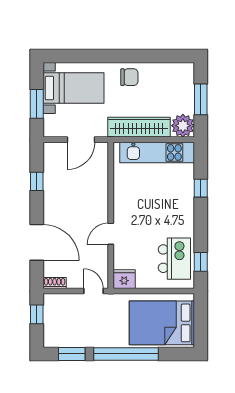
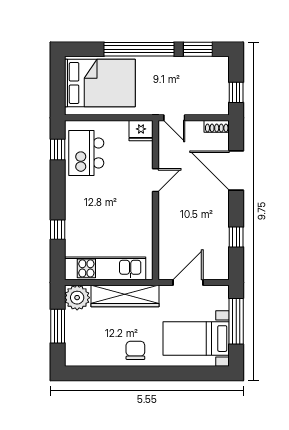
chair: (129, 77) -> (135, 350), turned 90
window: (37, 104) -> (236, 321), width x1.44

